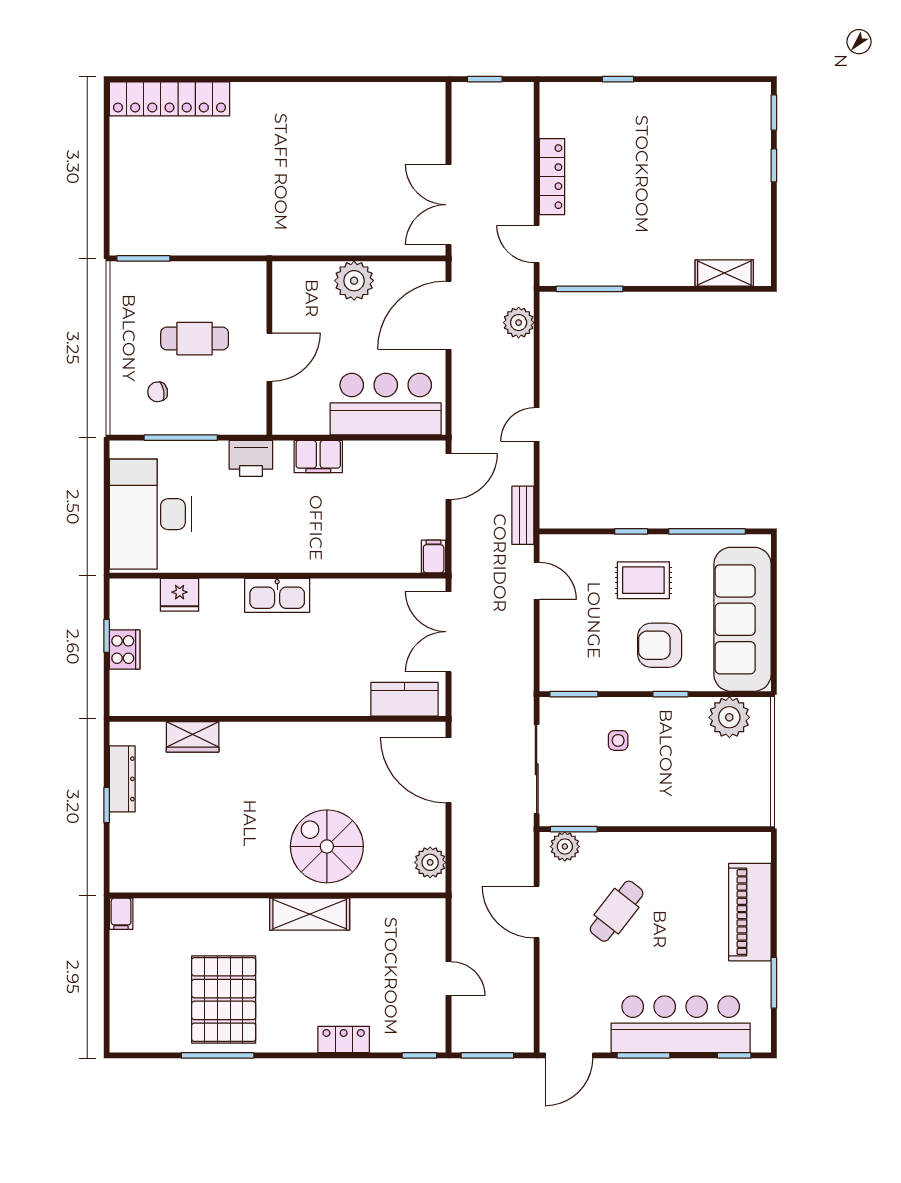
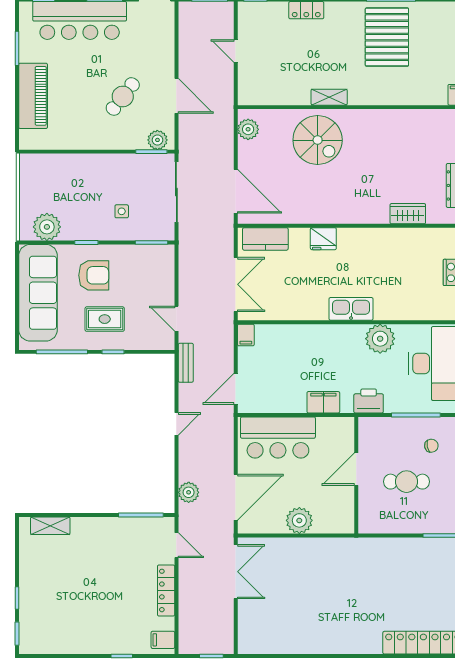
filing cabinet: (557, 103) -> (163, 640), added
plant: (234, 551) -> (380, 339), added
fridge: (180, 595) -> (323, 239), moved, turned 180
shelving: (310, 914) -> (329, 97), width x0.67, depth x0.75

